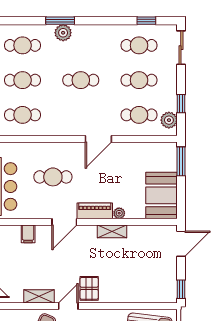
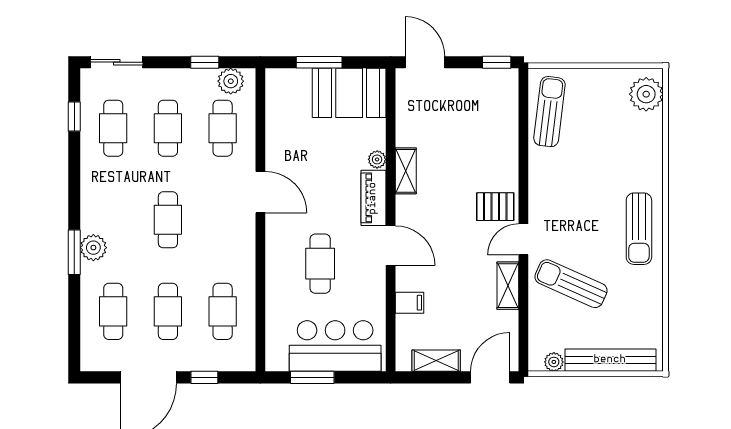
window: (181, 161) -> (319, 62), moved
door: (68, 306) -> (523, 239), hinge flipped

